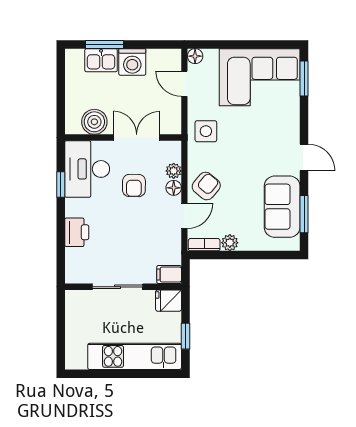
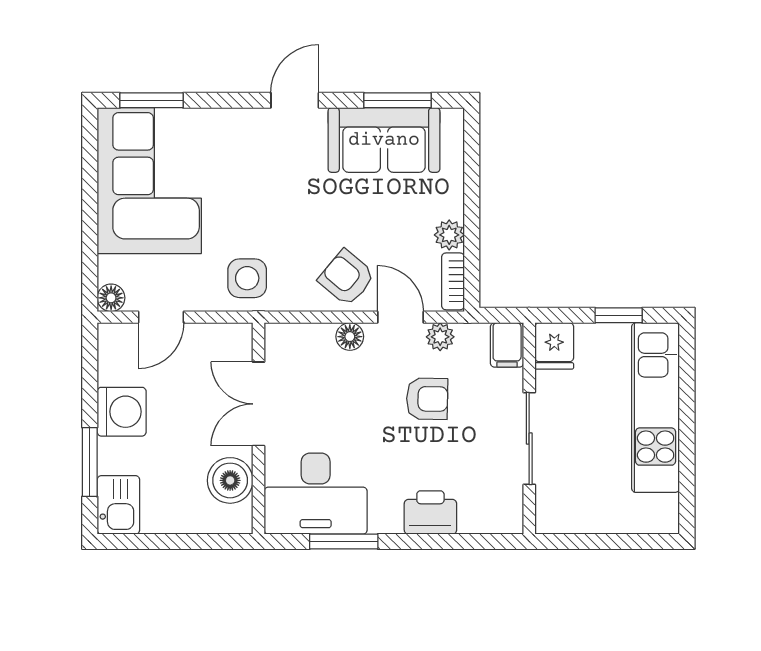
kitchen sink: (101, 60) -> (118, 505), moved
plant: (174, 171) -> (440, 337), moved
window: (61, 184) -> (344, 542), width x1.50
armchair: (134, 186) -> (427, 399), moved

